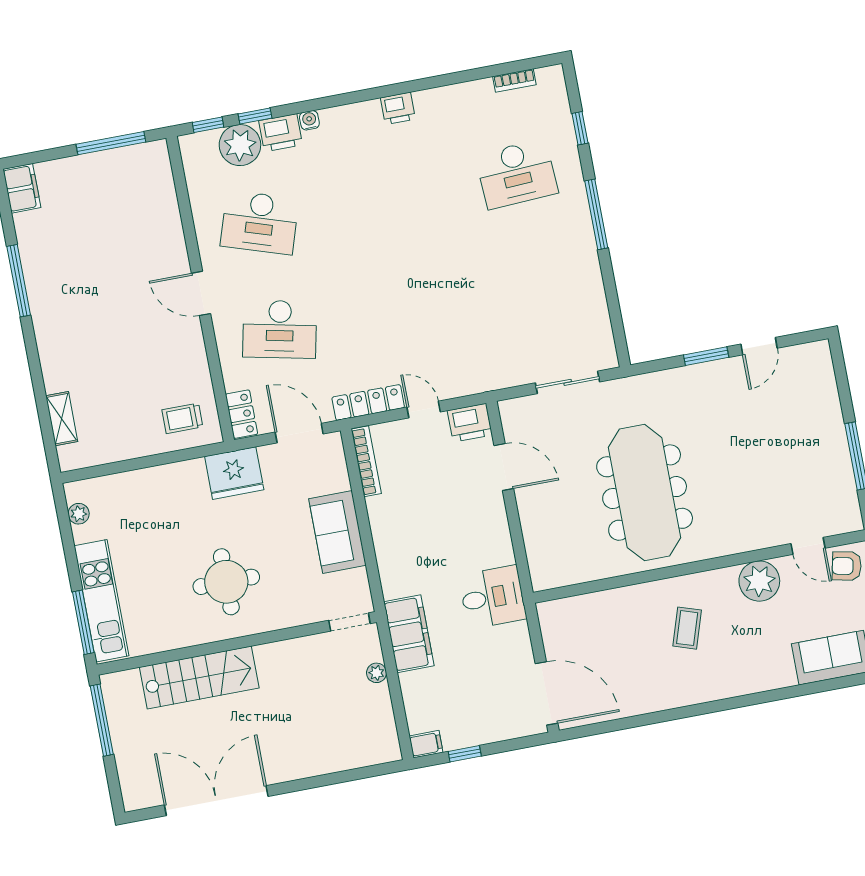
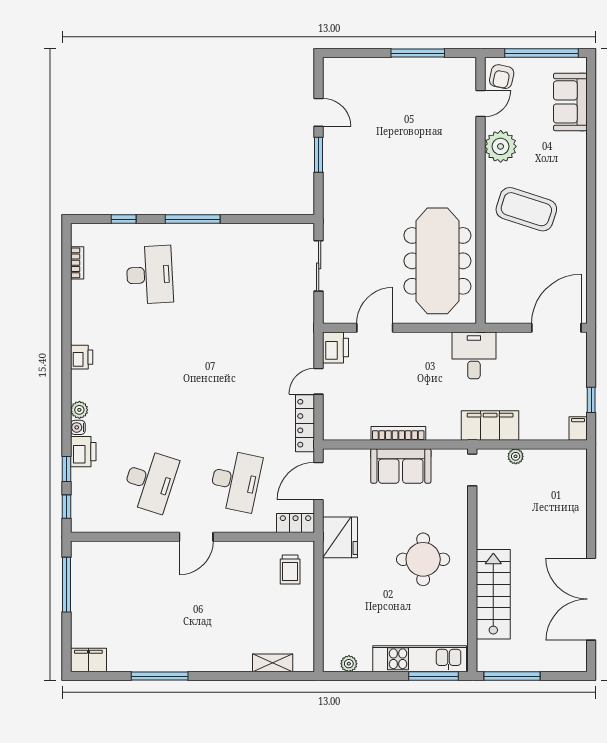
plant: (240, 145) -> (79, 410), moved, width x0.53, depth x0.53
bookcase: (366, 461) -> (398, 433), moved
meeting table: (645, 493) -> (437, 261), moved, turned 90
coffee table: (687, 628) -> (526, 209), width x1.86, depth x1.72

